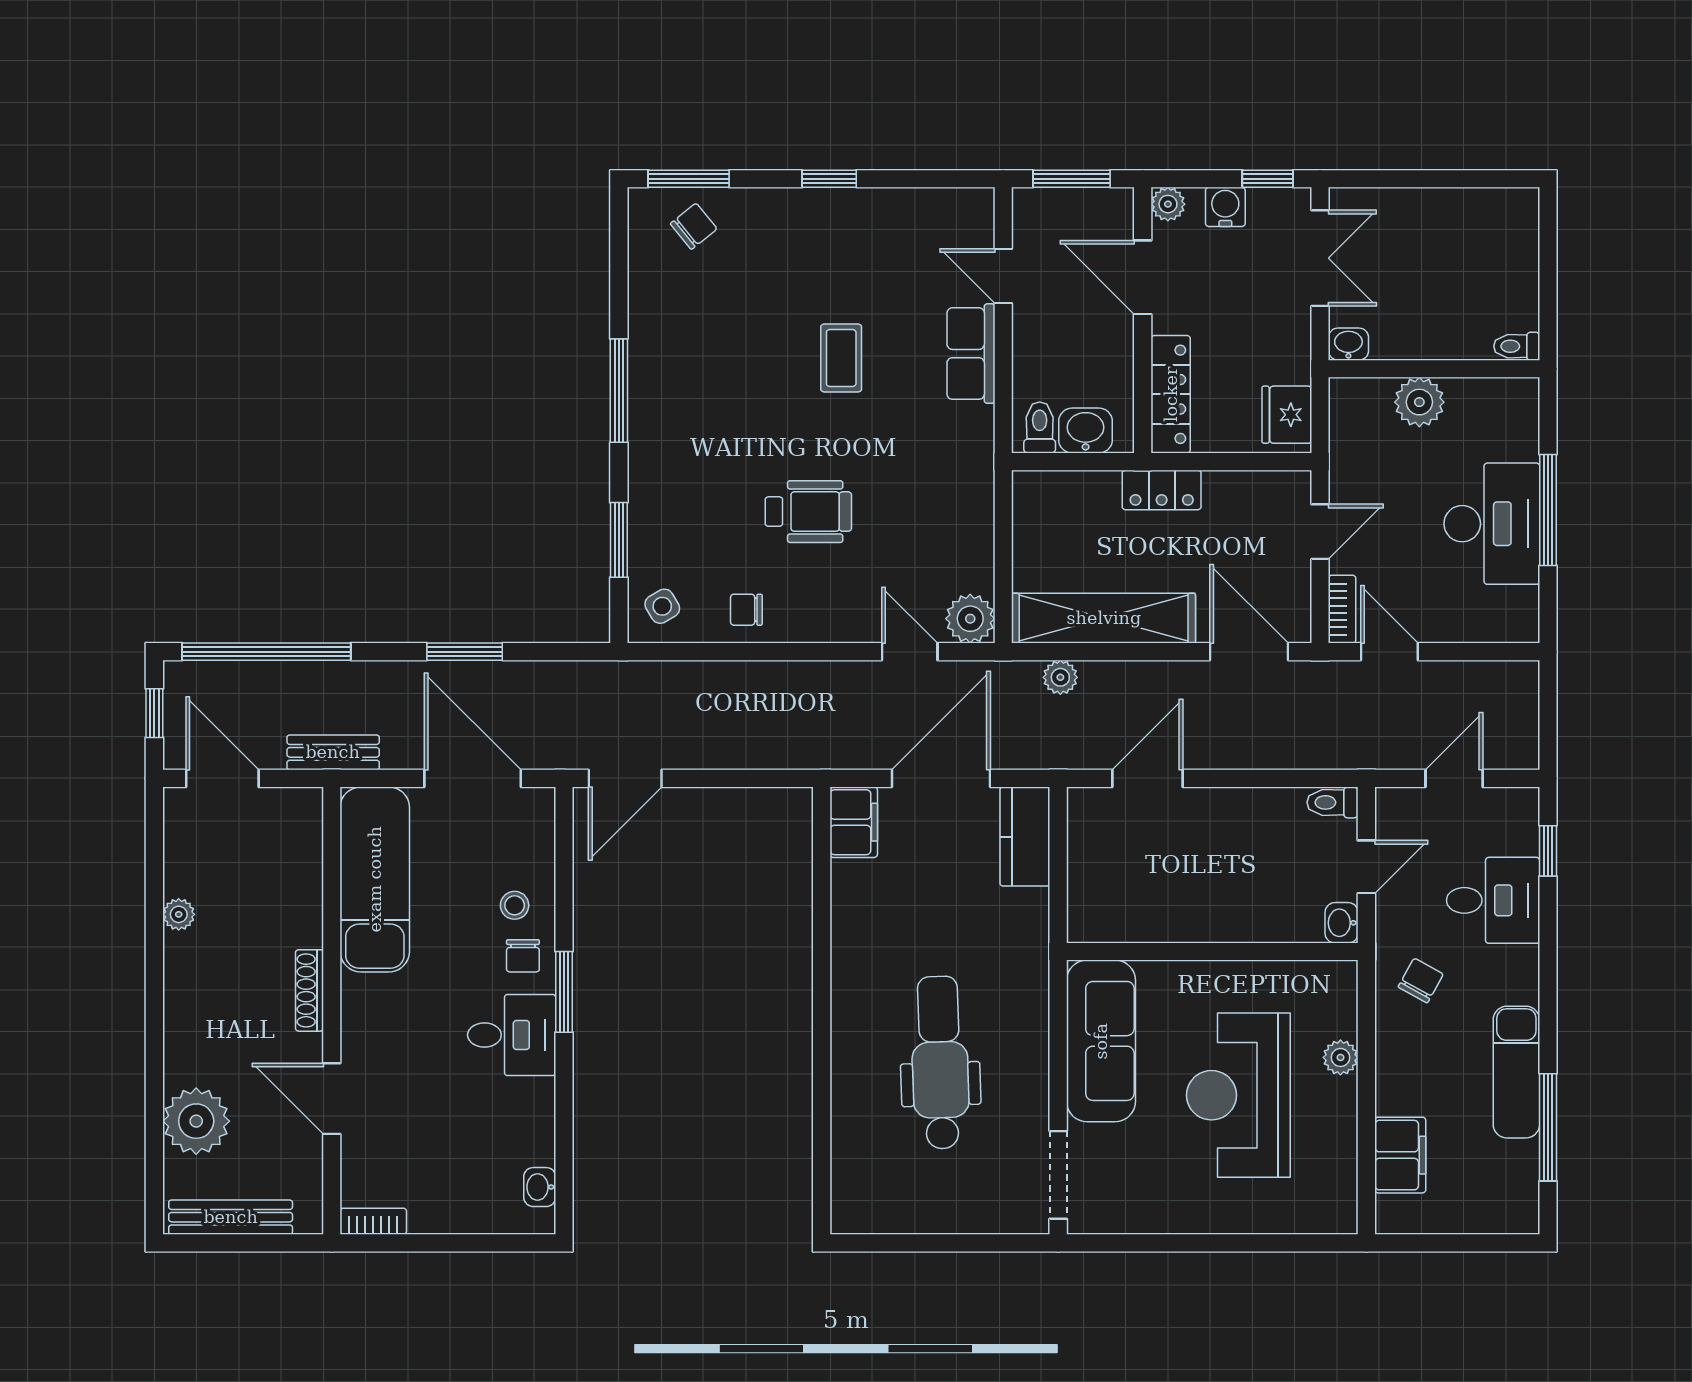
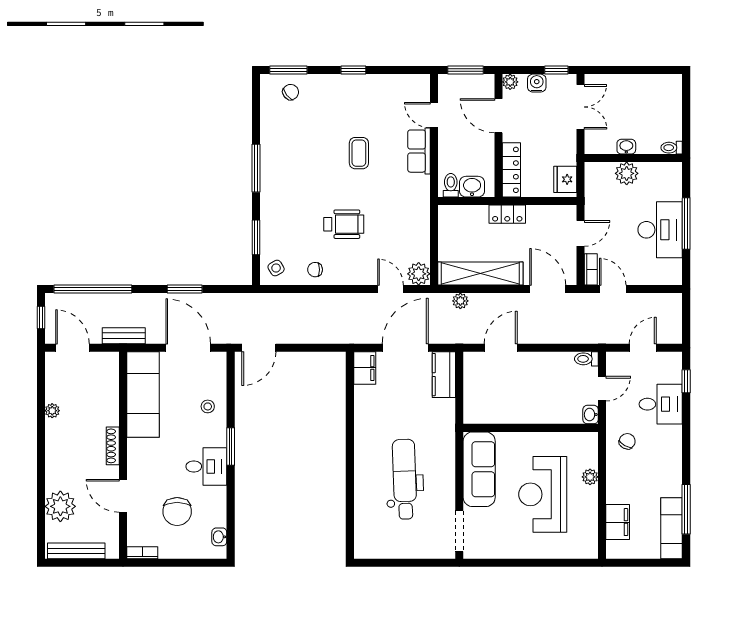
washbasin: (1348, 344) -> (626, 147), moved
chair: (523, 956) -> (177, 511), moved, width x1.87, depth x1.87
exam couch: (1516, 1072) -> (671, 528), moved

